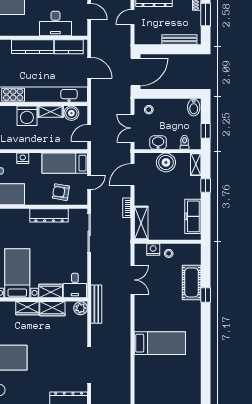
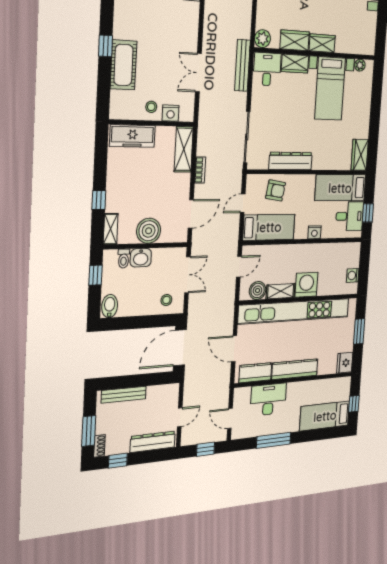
washbasin: (158, 142) -> (141, 258), moved
freezer: (193, 216) -> (132, 136), moved, turned 90
bench: (96, 304) -> (242, 65), moved

